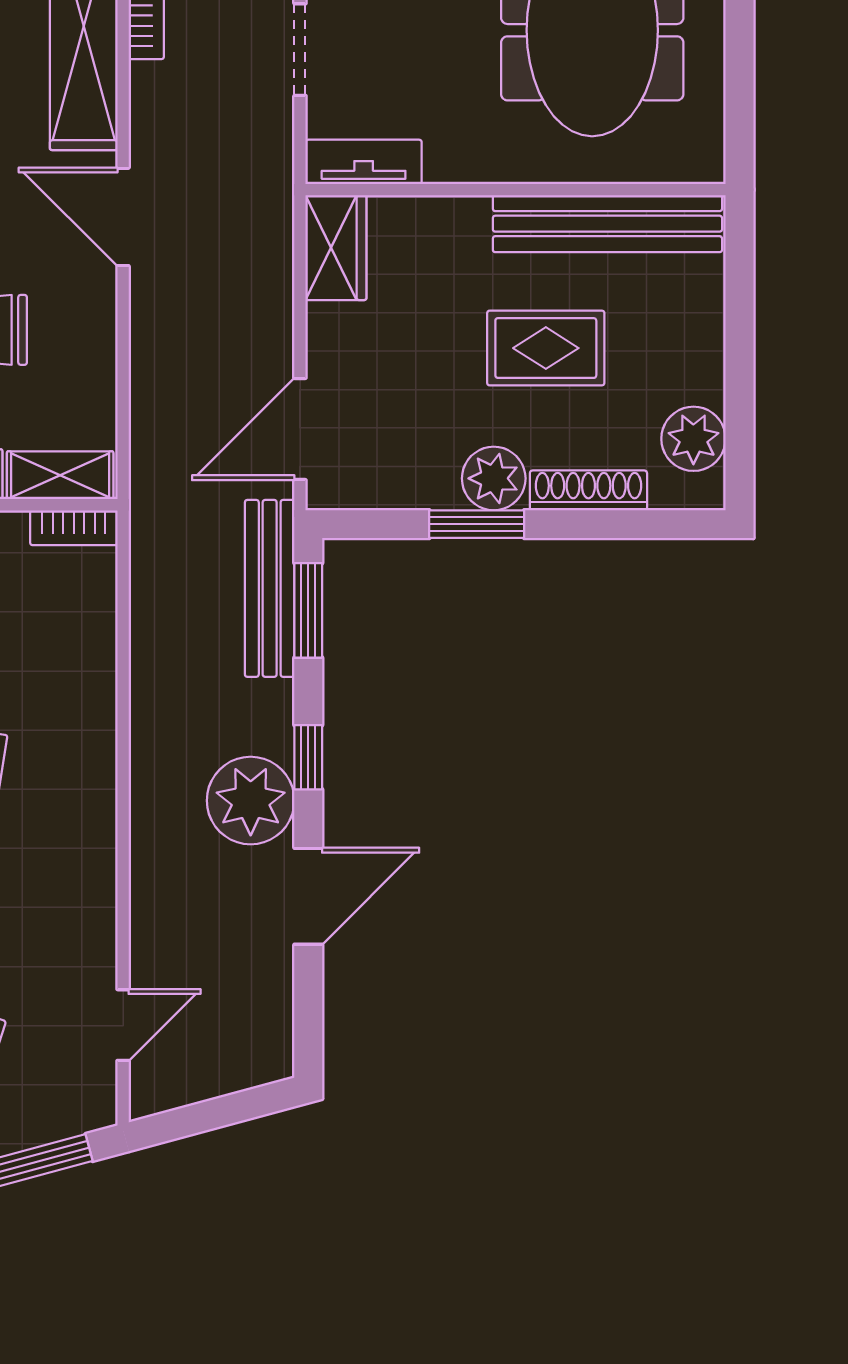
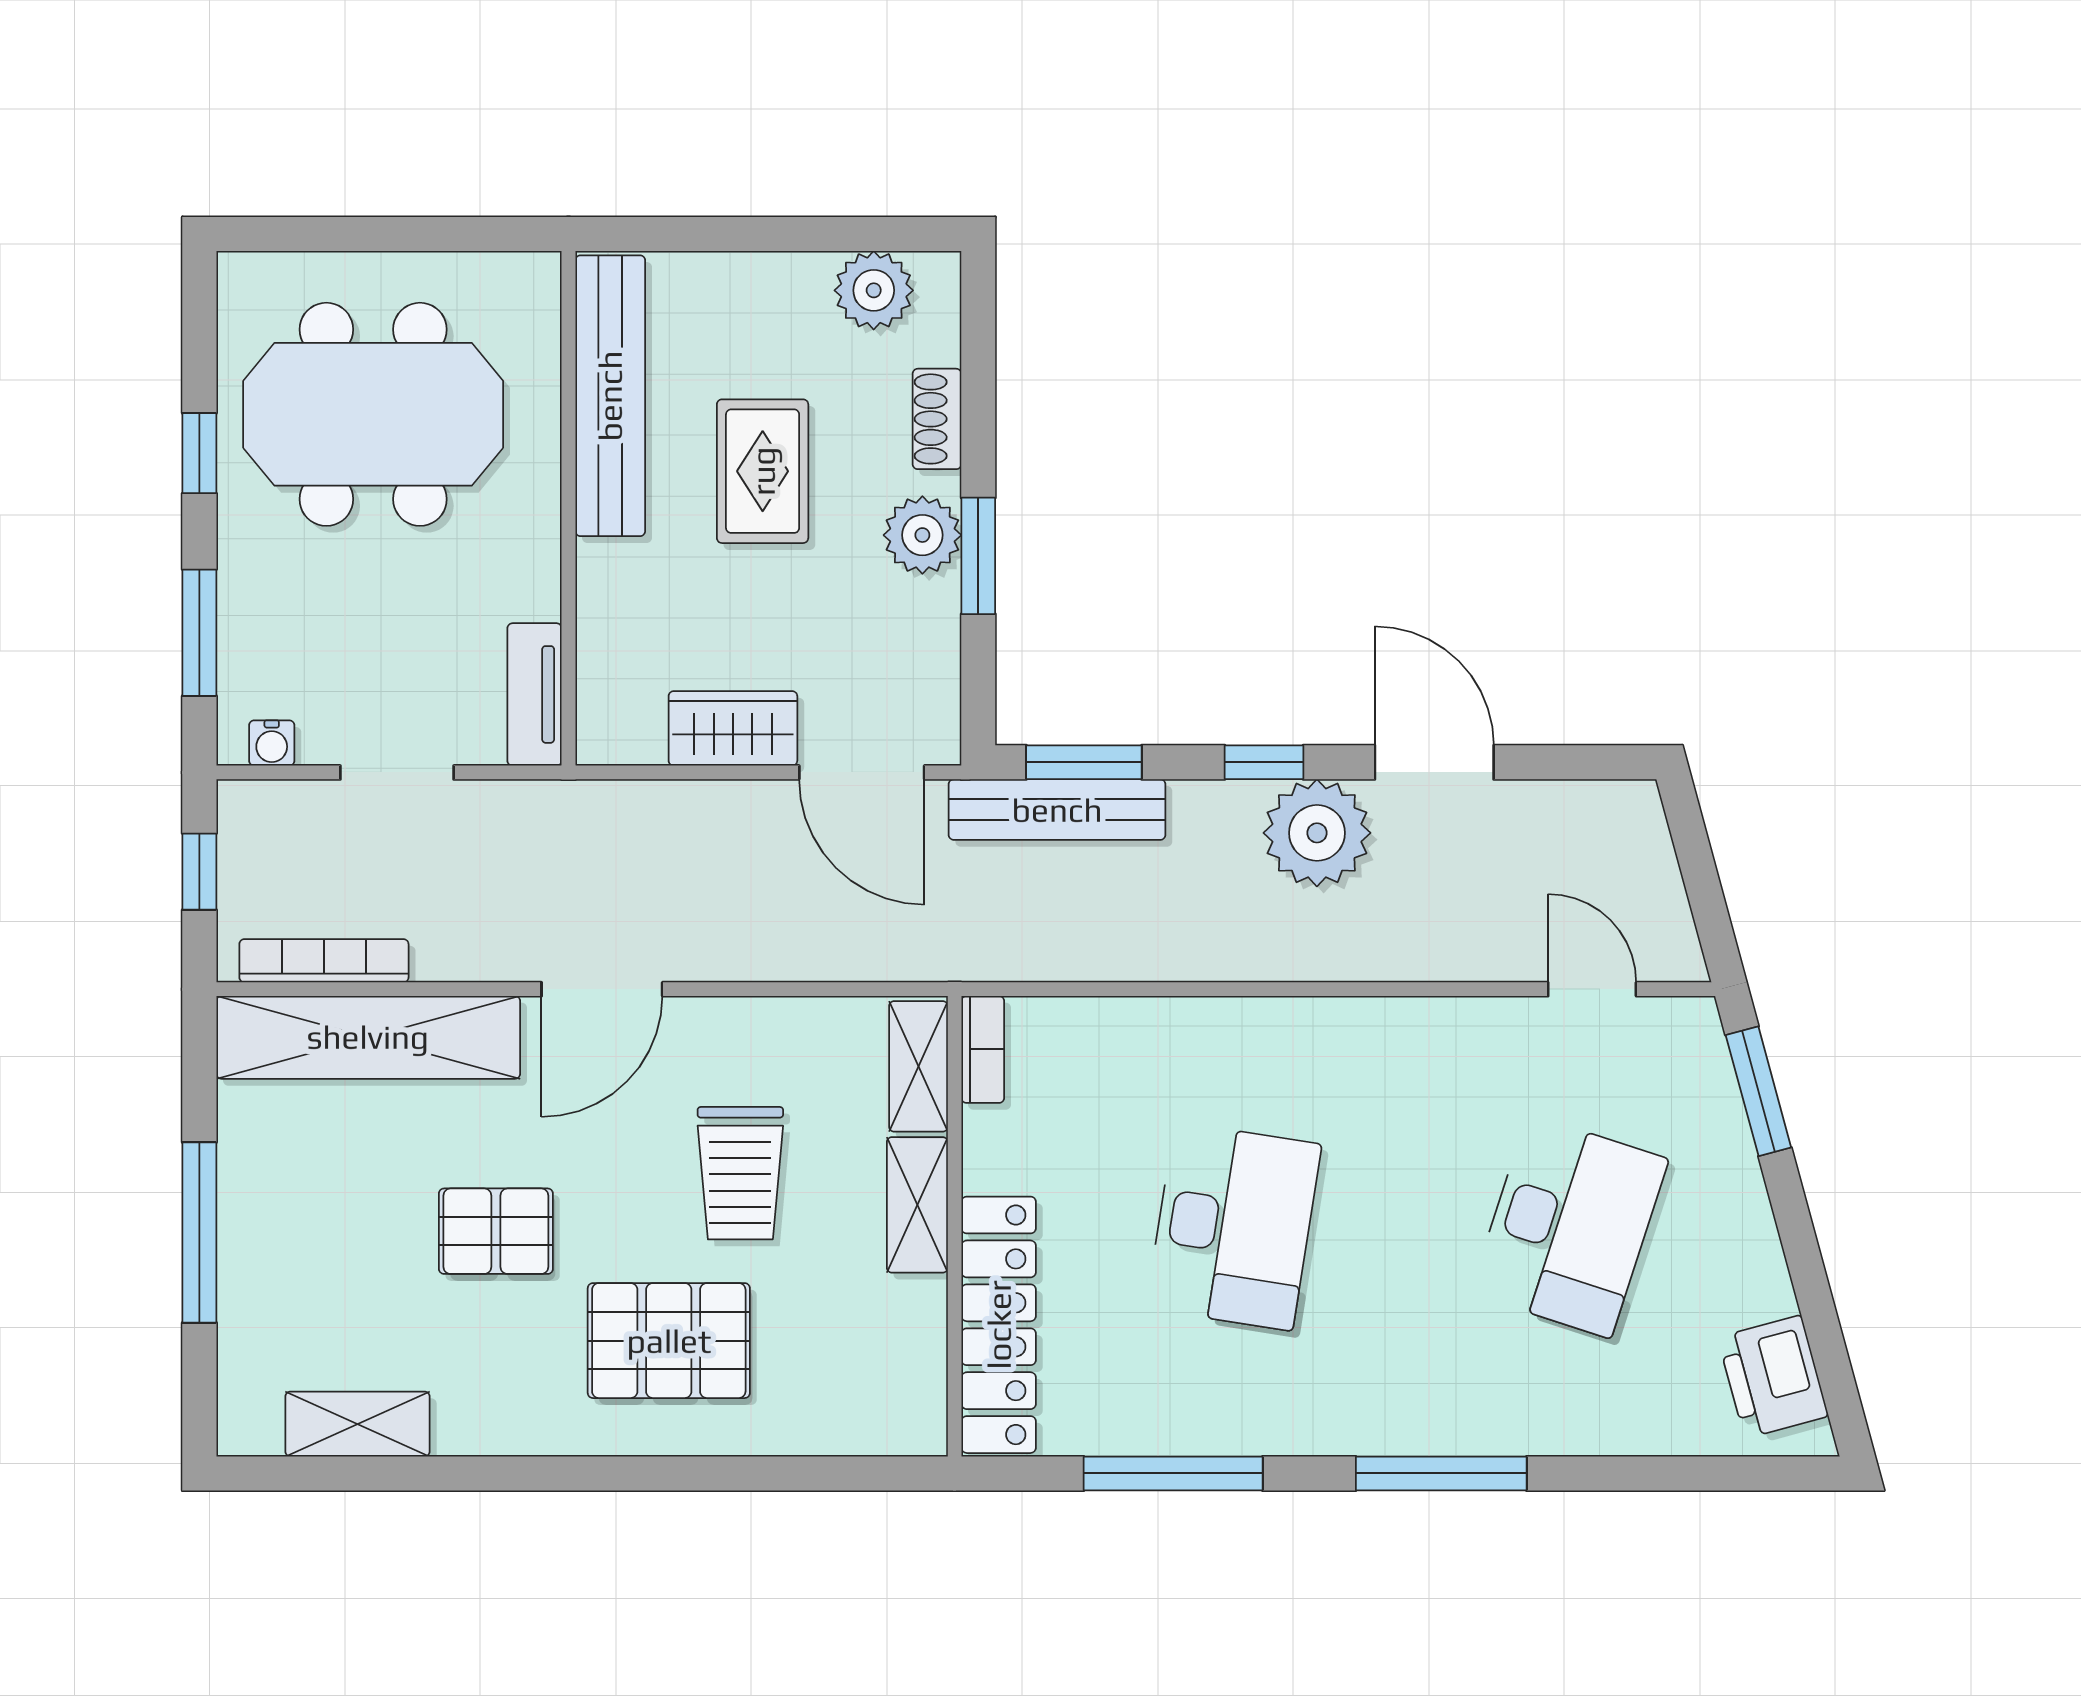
wardrobe: (336, 248) -> (733, 728), moved
shoe rack: (588, 490) -> (937, 419), width x0.70

